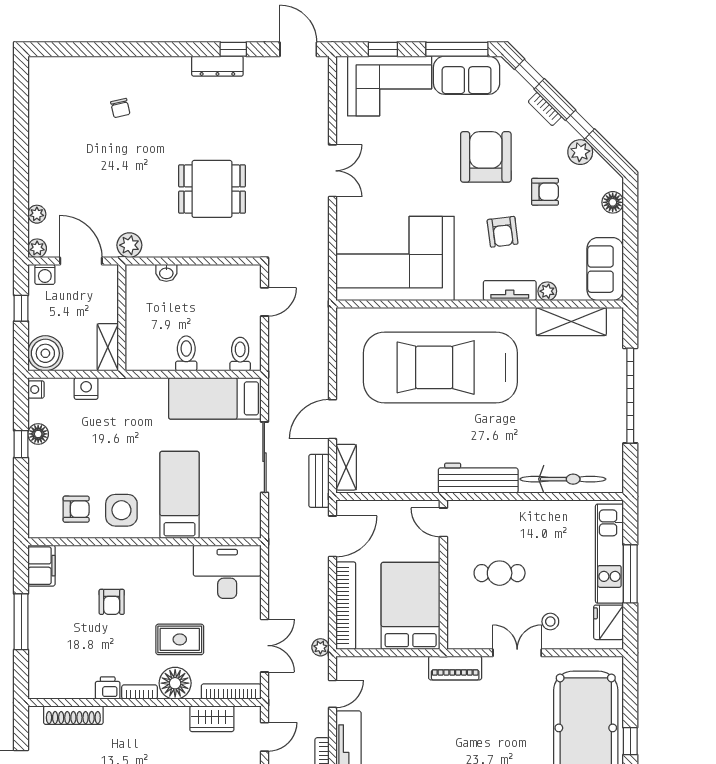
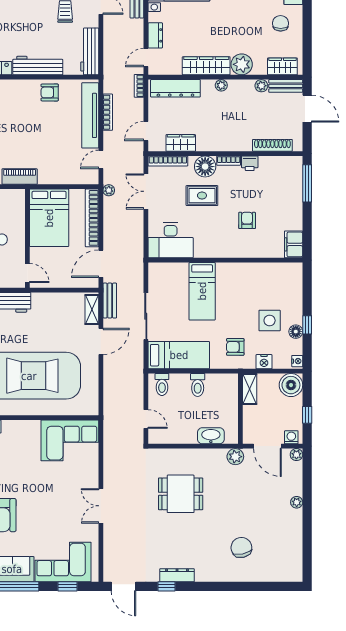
chair: (120, 108) -> (241, 547), width x1.87, depth x1.87
plant: (37, 214) -> (297, 502), moved
corner sofa: (395, 258) -> (70, 440), width x0.73, depth x0.74
washbasin: (166, 273) -> (211, 436), width x1.91, depth x1.45
door: (264, 302) -> (146, 419), swing flipped
armchair: (76, 509) -> (235, 347), moved
side table: (121, 510) -> (270, 321), moved
window: (21, 622) -> (307, 183), moved

